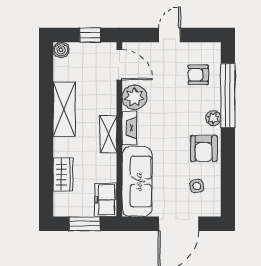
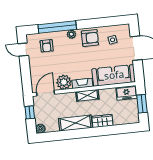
door: (170, 35) -> (23, 50), moved
wardrobe: (63, 174) -> (102, 121), moved

